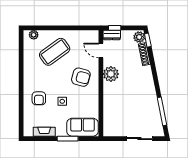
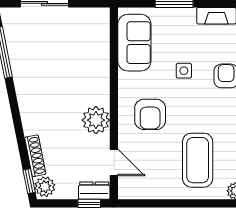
coffee table: (55, 52) -> (198, 160), turned -54
armchair: (81, 77) -> (150, 114), turned -105
sofa: (82, 127) -> (134, 43), moved, turned -90

